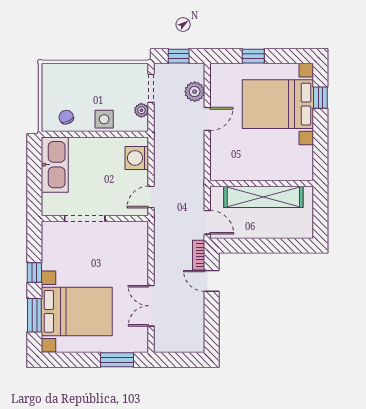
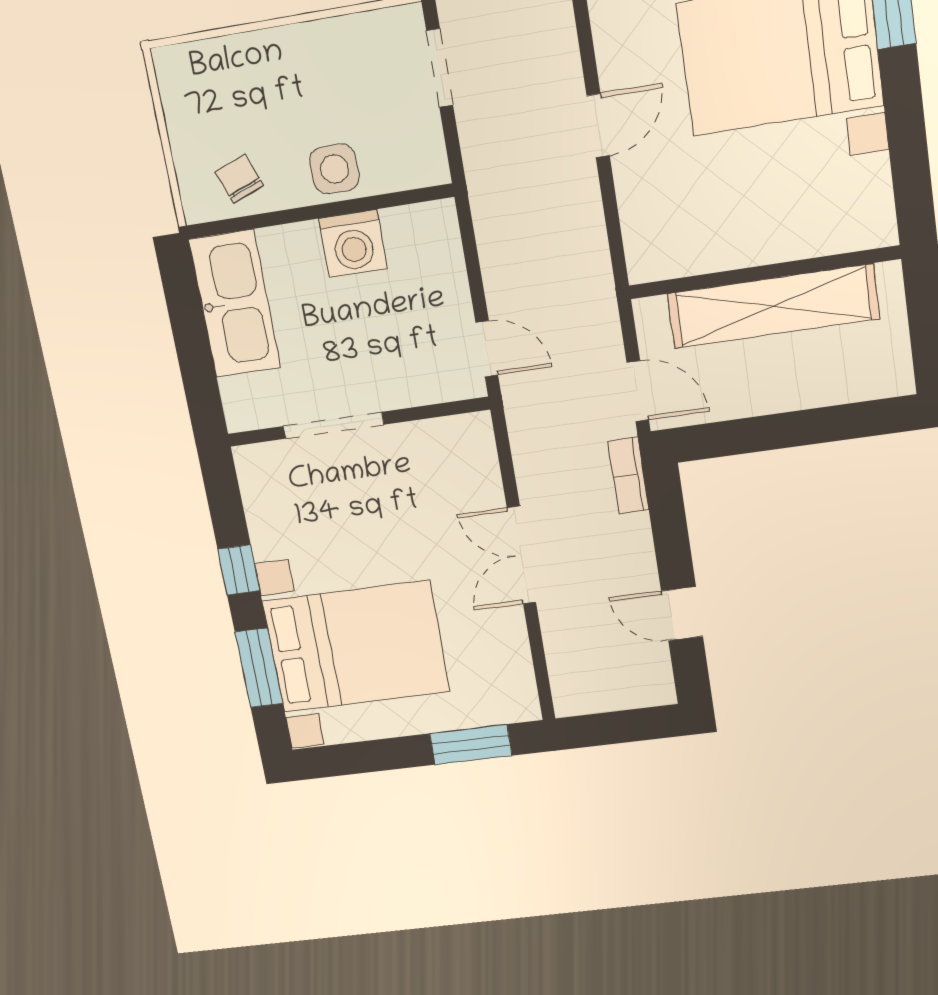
plant: (195, 92) -> (554, 57), removed
plant: (141, 110) -> (425, 130), removed
washing machine: (137, 158) -> (353, 244), moved, turned -90
door: (151, 197) -> (487, 349), swing flipped
door: (212, 281) -> (682, 614), moved
double door: (151, 306) -> (521, 555), moved

